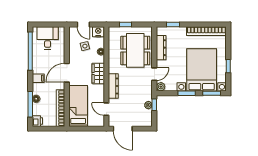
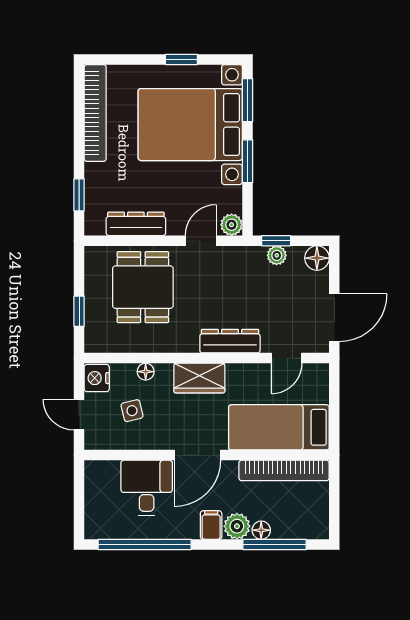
door: (83, 24) -> (79, 414), swing flipped
desk: (48, 38) -> (147, 488), moved, turned 90
dining table: (135, 50) -> (143, 287), width x0.73
door: (67, 73) -> (198, 455), hinge flipped
door: (154, 74) -> (201, 241), hinge flipped
plant: (38, 89) -> (237, 526), added
printer: (37, 121) -> (316, 527), removed
floor lamp: (147, 122) -> (317, 258), added

